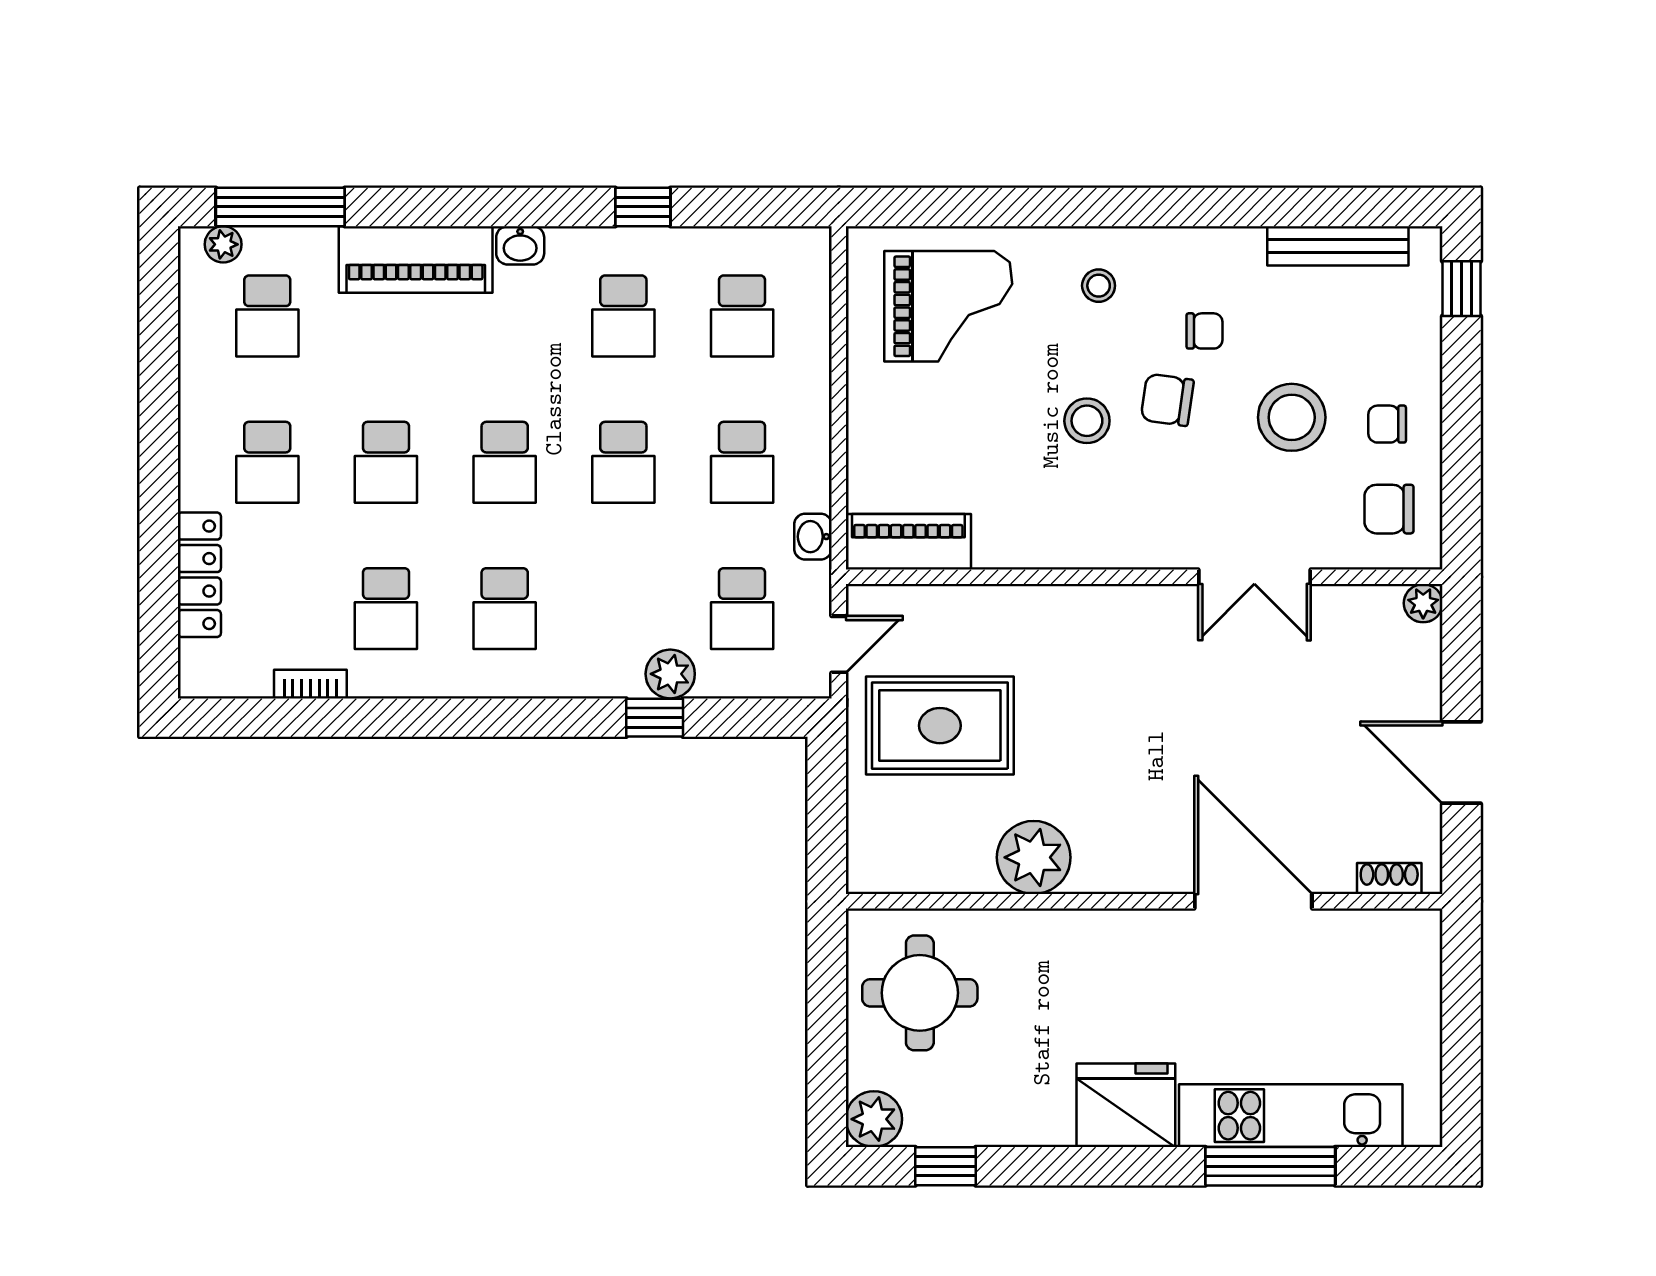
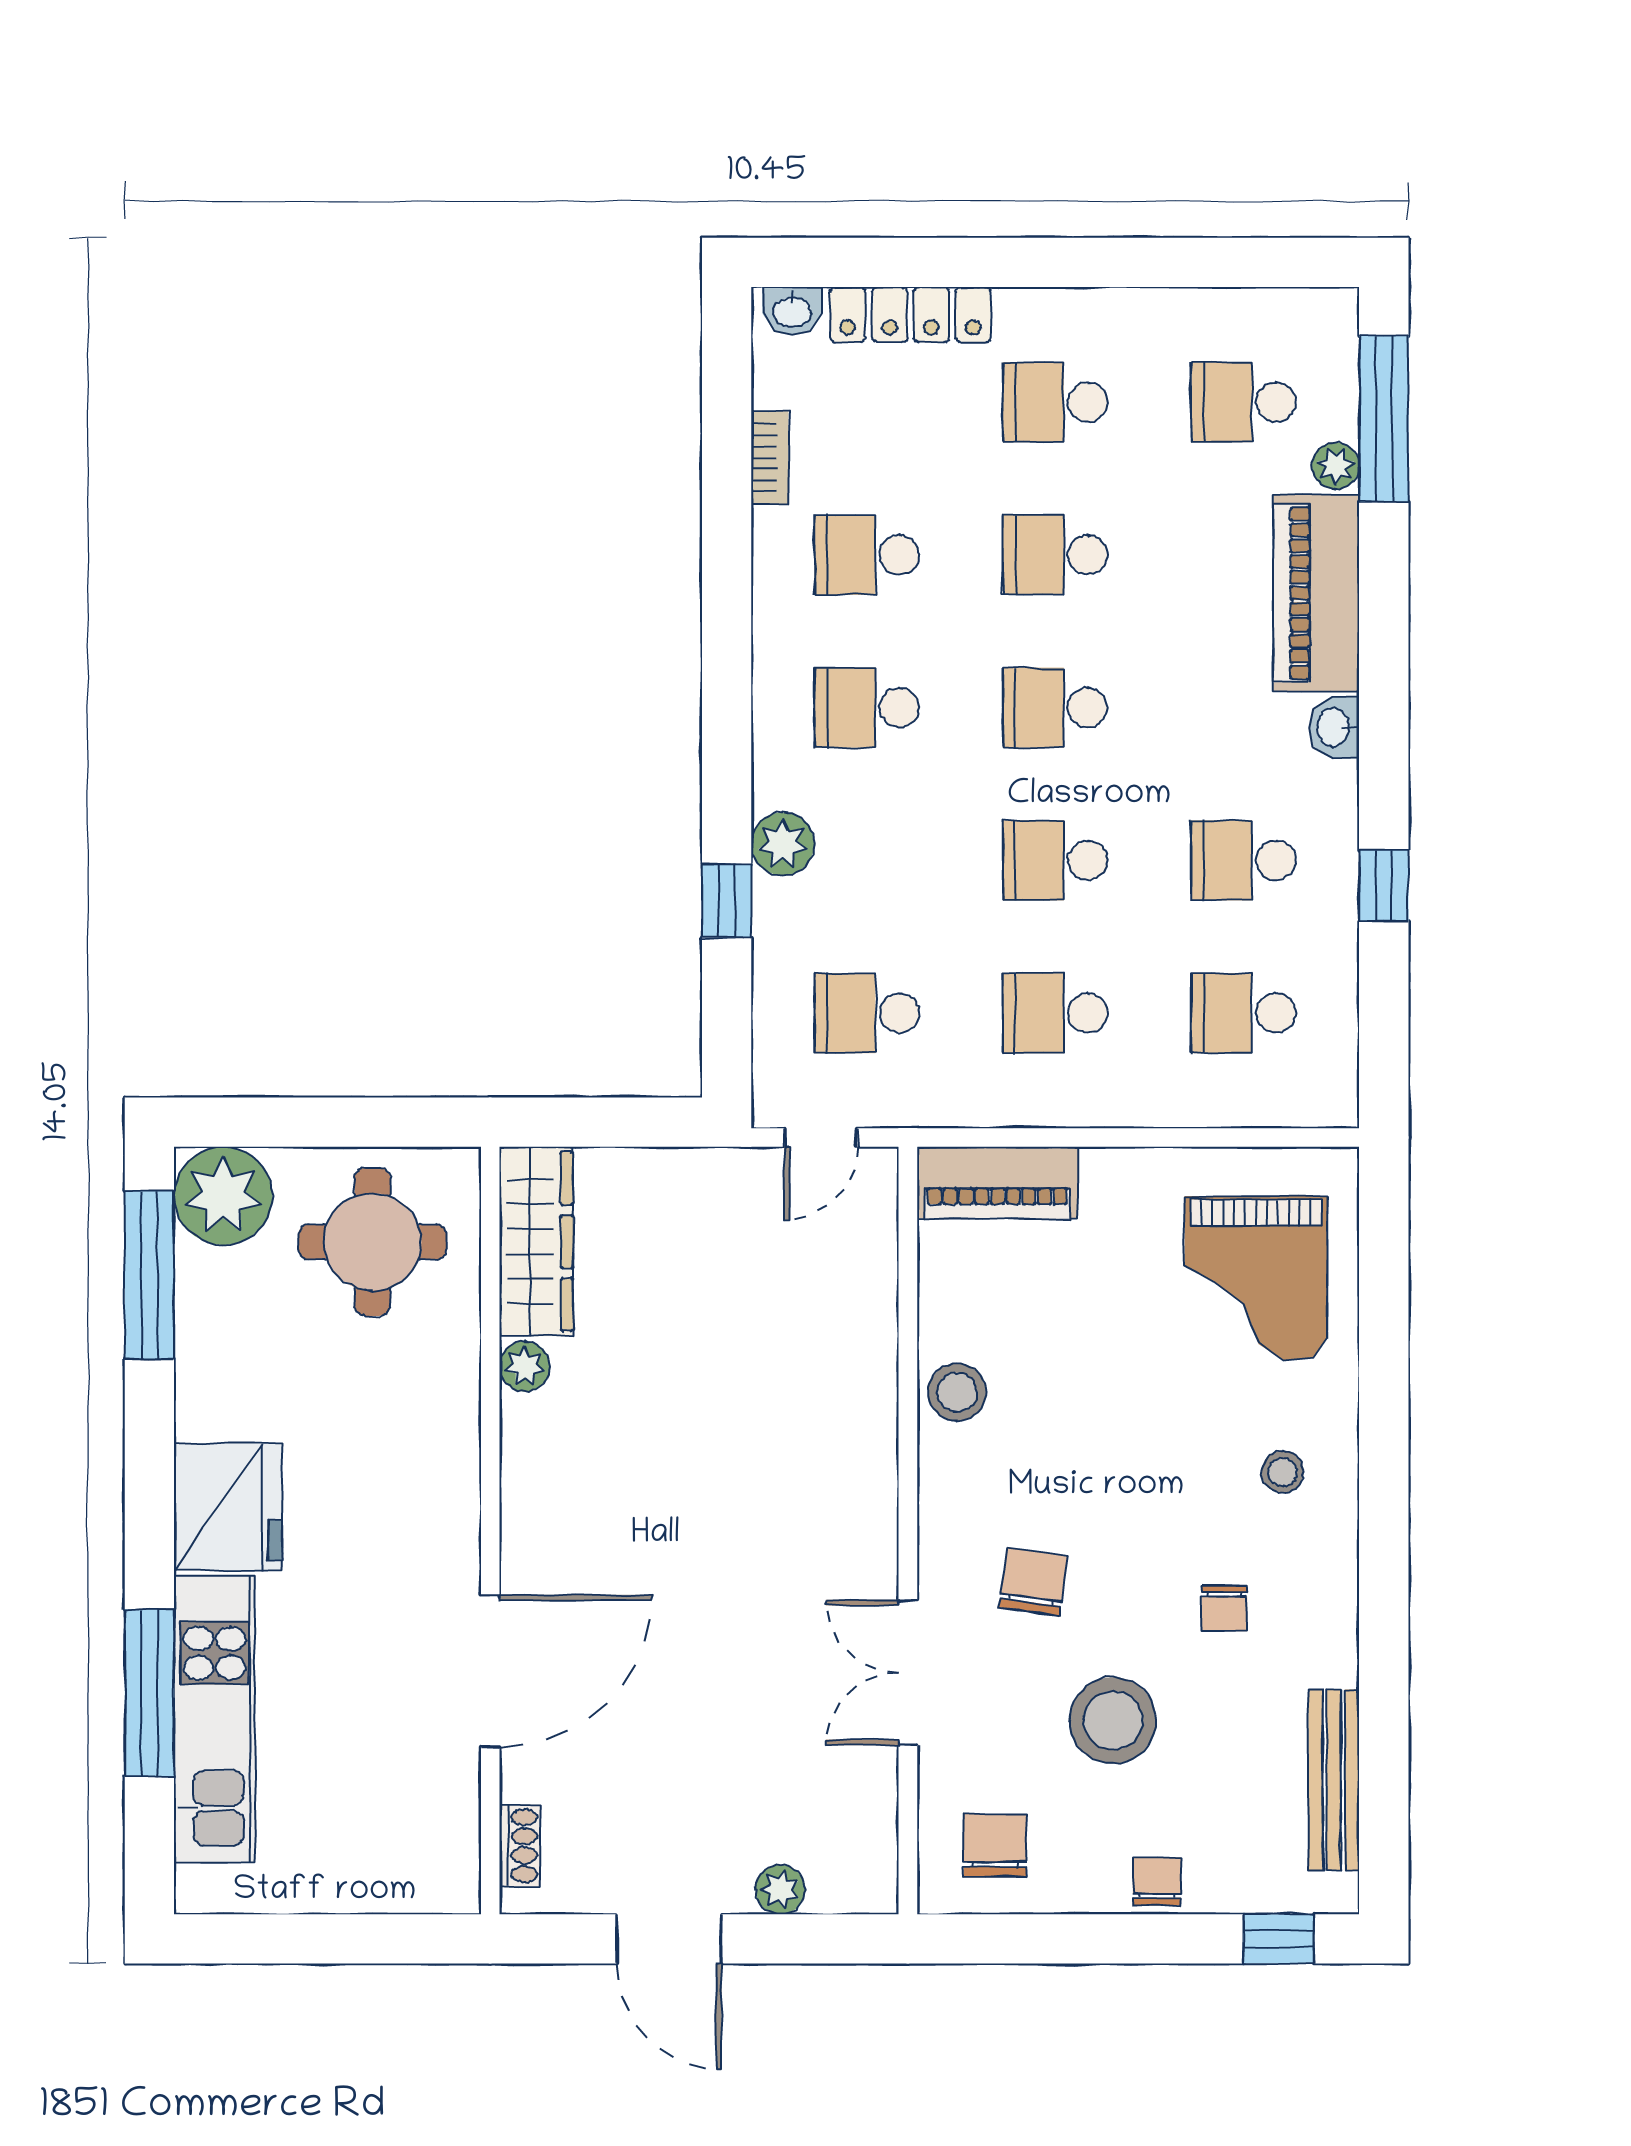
plant: (223, 244) -> (1336, 466), moved
chair: (1167, 400) -> (1033, 1582), moved
stool: (1087, 421) -> (957, 1392), moved
chair: (1387, 424) -> (1157, 1881), moved
washbasin: (813, 537) -> (792, 311), moved, turned 180
piano: (908, 542) -> (997, 1183), moved, turned 90
plant: (1423, 603) -> (780, 1890), moved
door: (839, 644) -> (821, 1138), hinge flipped
plant: (670, 674) -> (783, 844), moved
rug: (940, 726) -> (716, 1268), removed
door: (1461, 762) -> (669, 1939), swing flipped
plant: (1034, 857) -> (525, 1366), width x0.53, depth x0.53
wardrobe: (920, 866) -> (536, 1241), added
plant: (874, 1119) -> (223, 1196), width x1.36, depth x1.36
window: (946, 1166) -> (149, 1275), width x2.17

